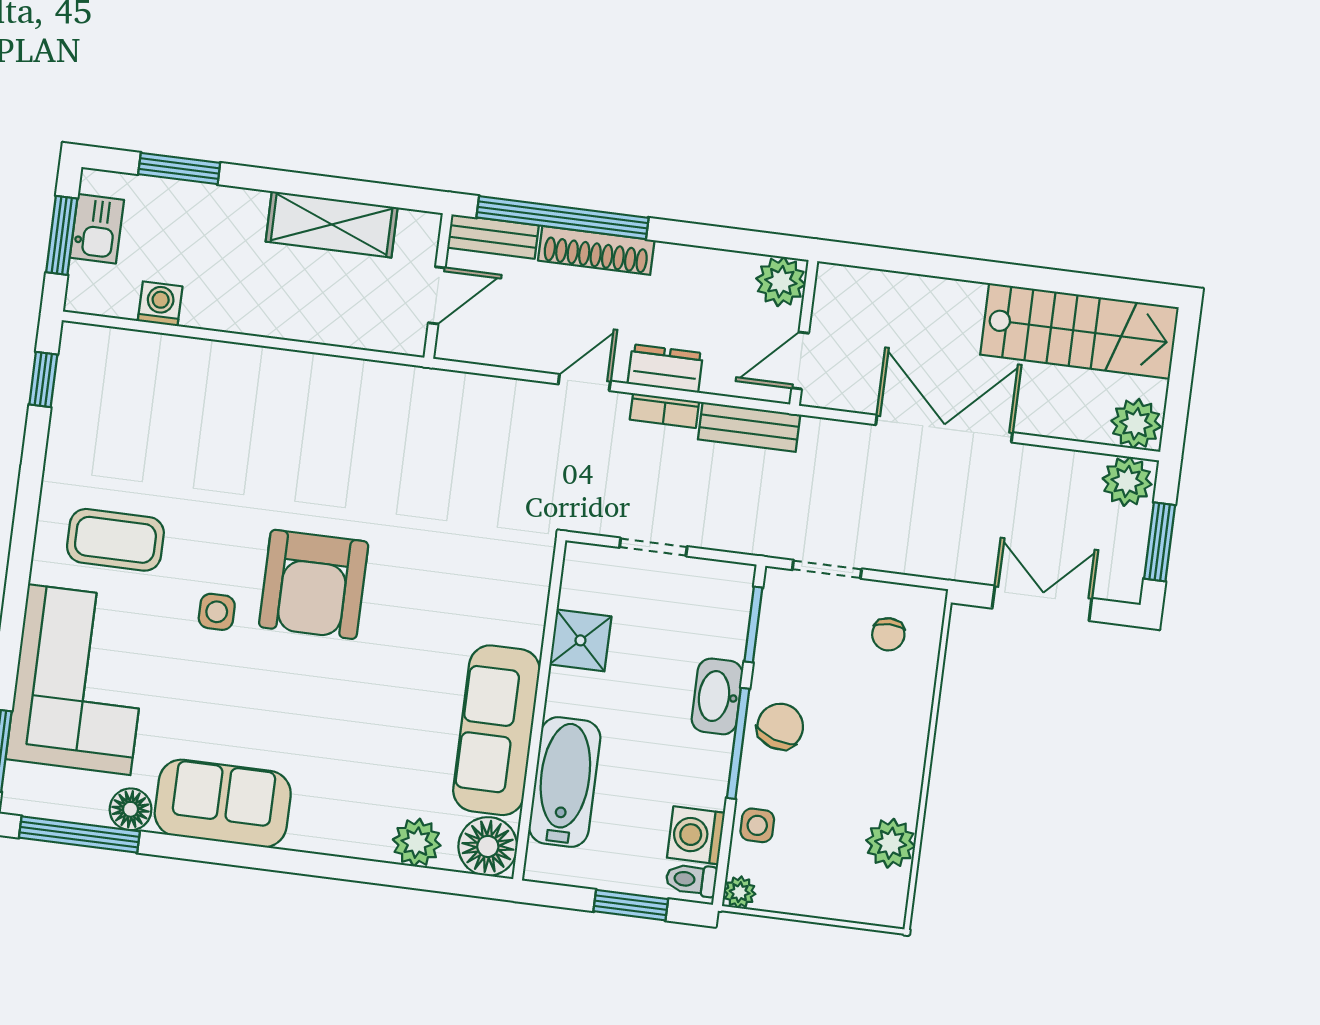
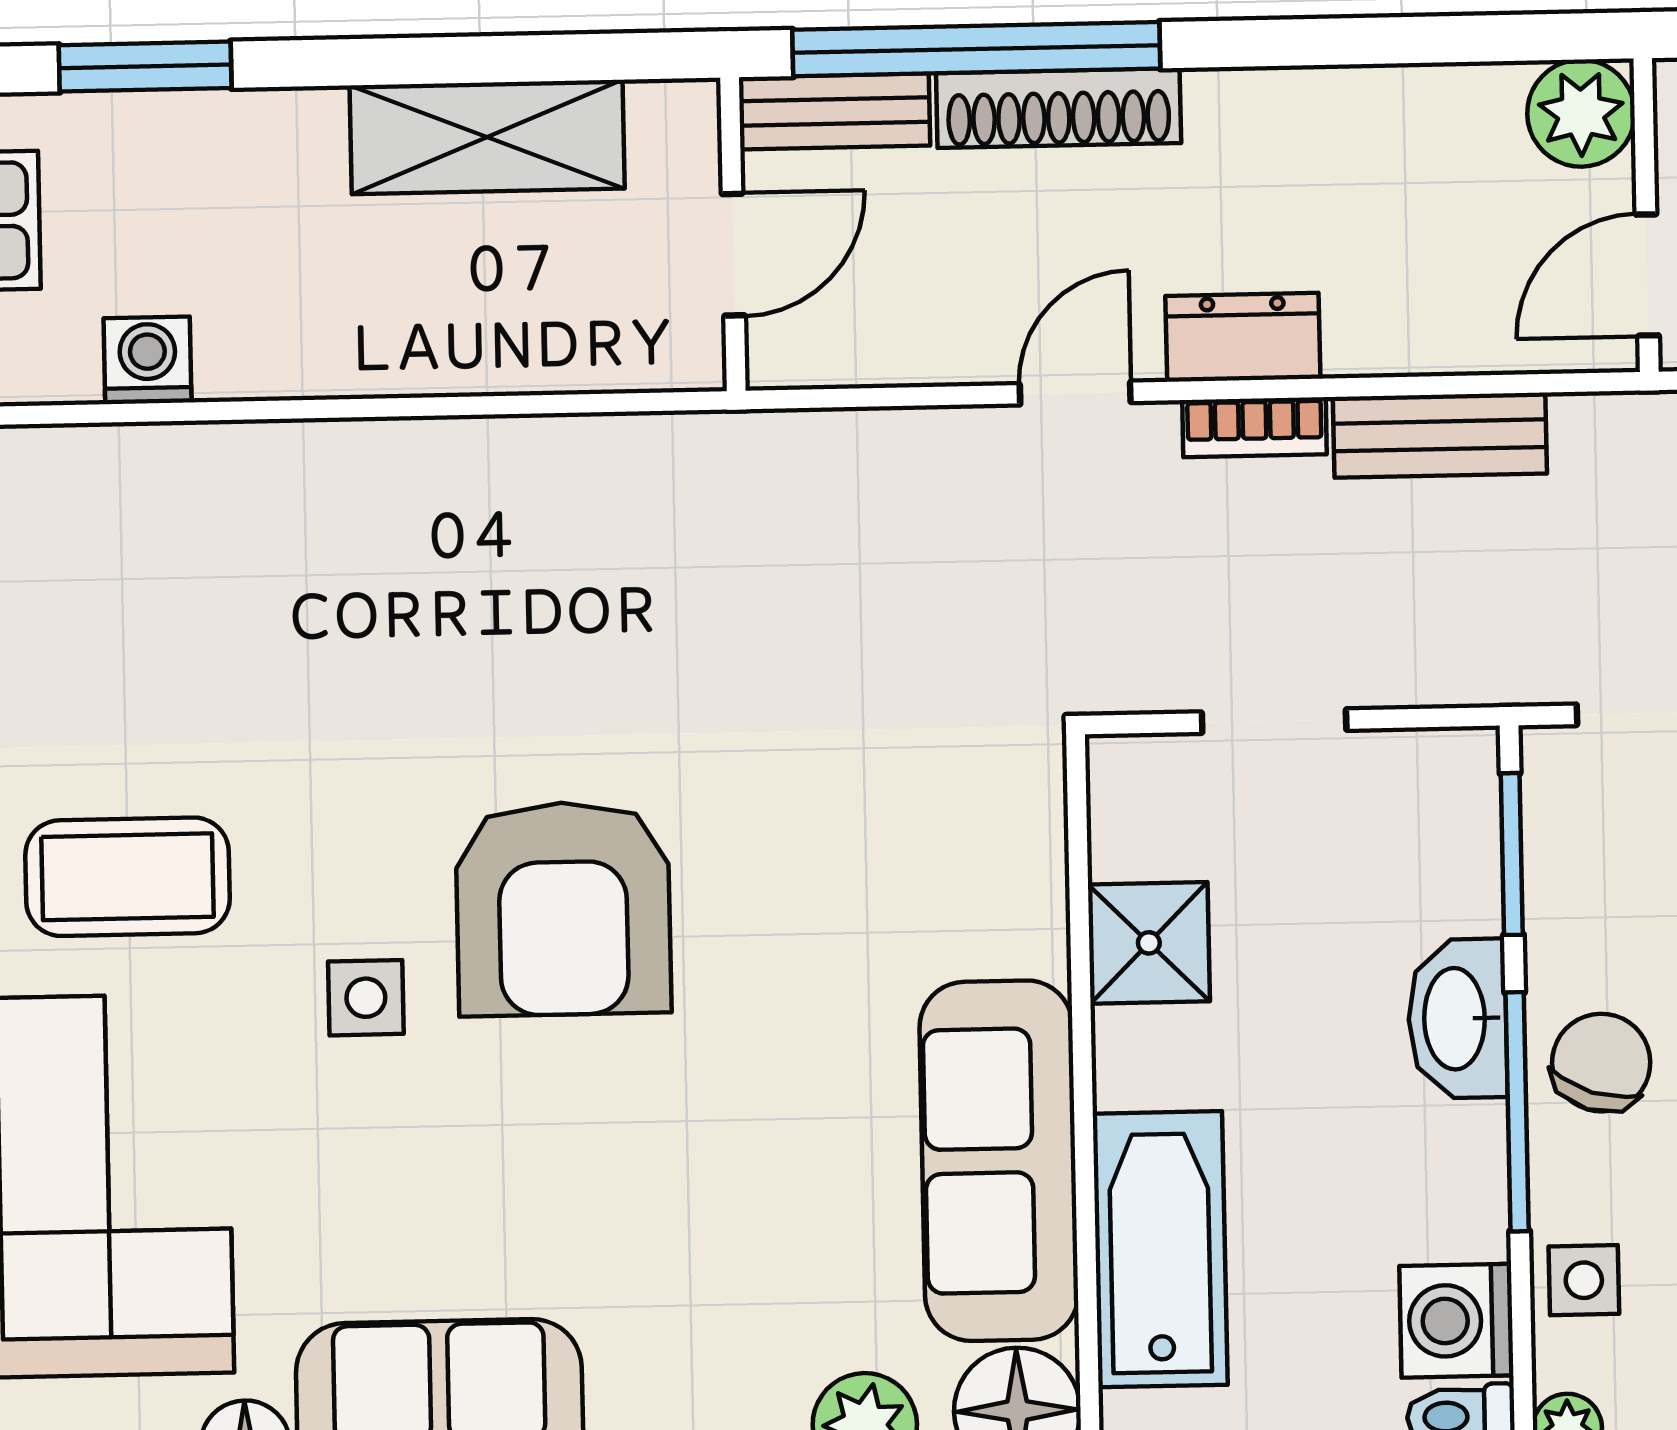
plant: (781, 282) -> (1581, 113), moved
wall: (804, 333) -> (1646, 215), moved
door: (800, 360) -> (1647, 275), moved

